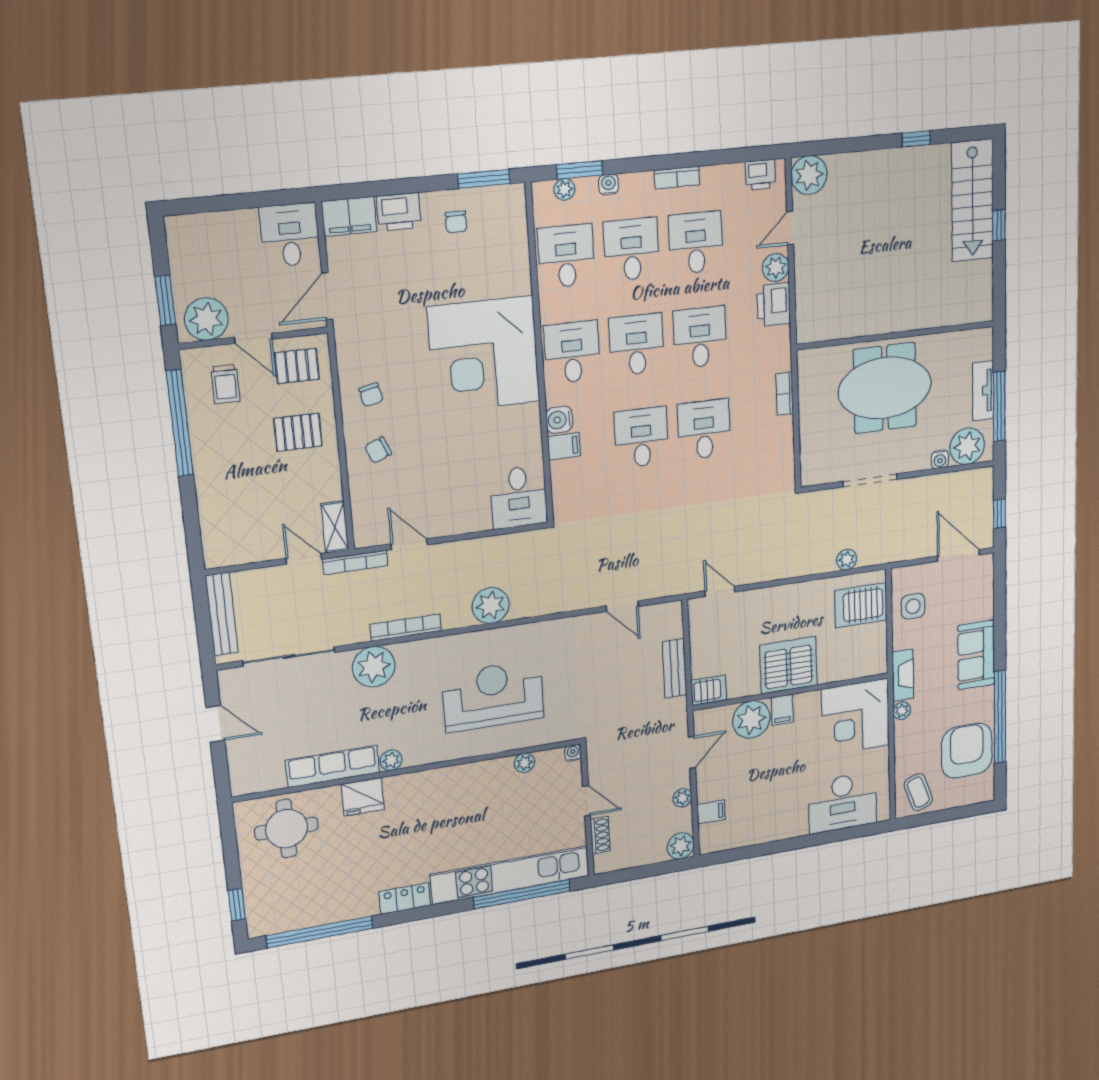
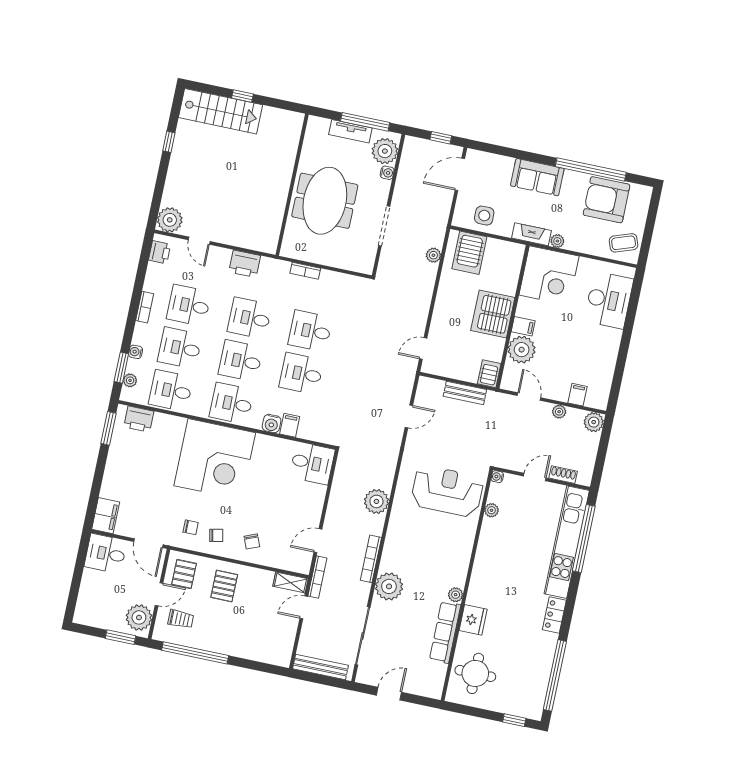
printer: (399, 212) -> (139, 419), moved, turned 90
chair: (456, 222) -> (191, 527), moved
plant: (776, 267) -> (221, 257), removed
reception desk: (493, 696) -> (447, 491), moved, turned 90

